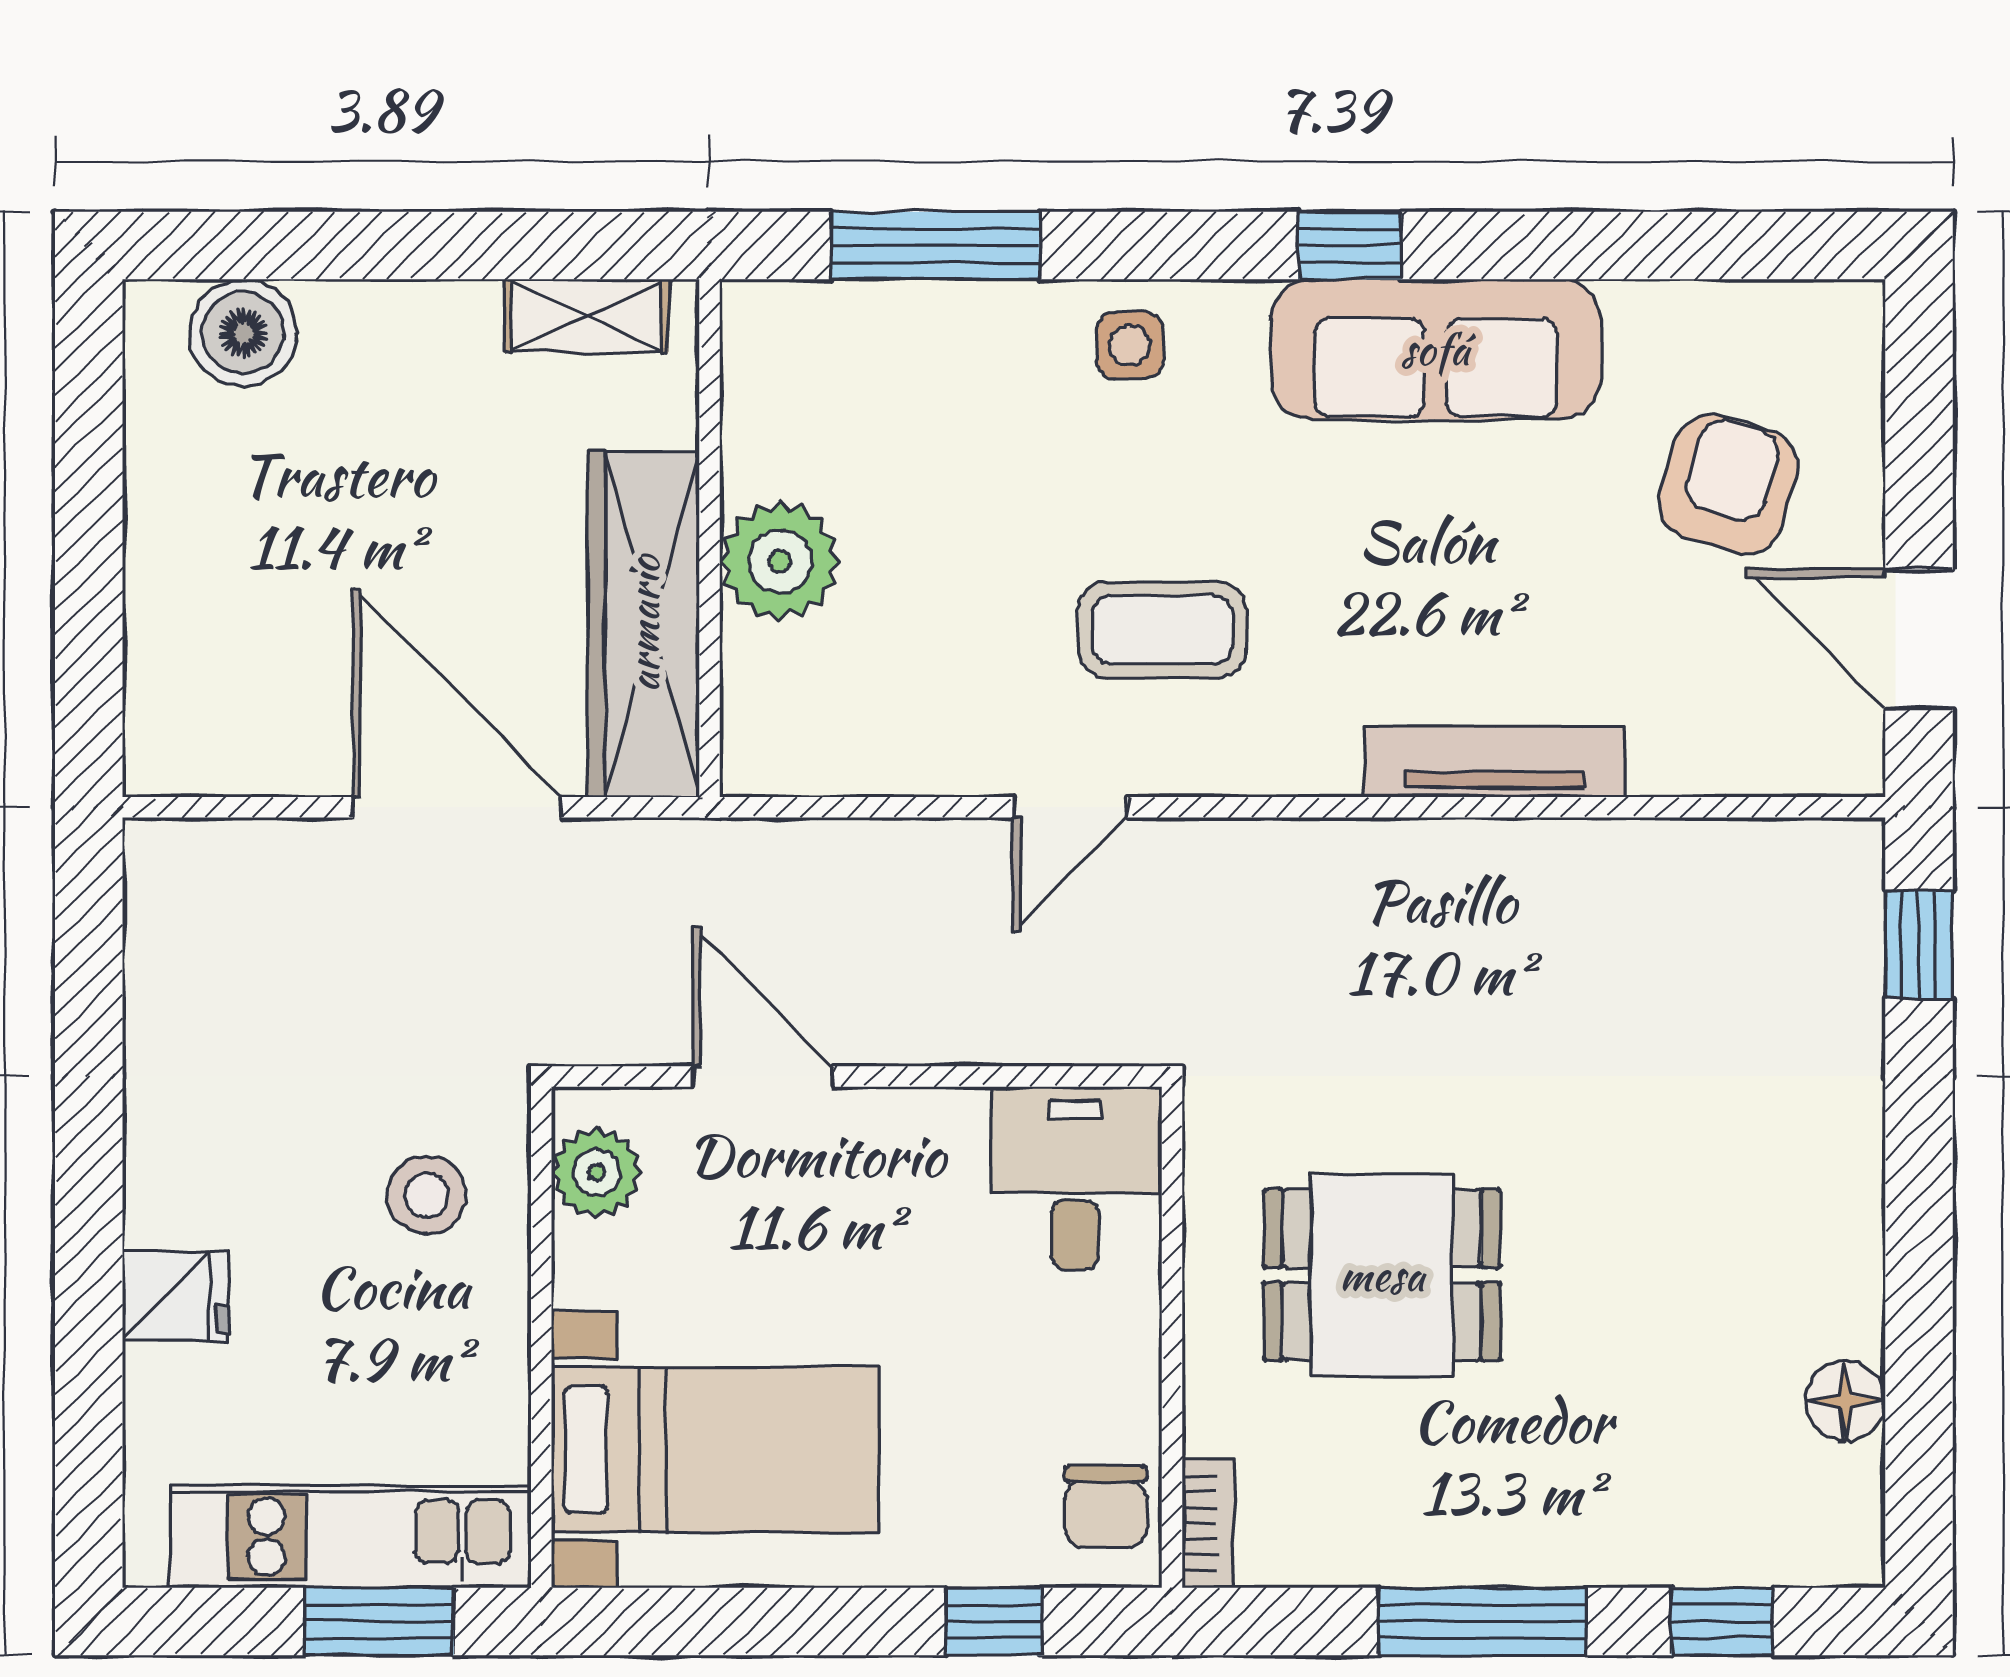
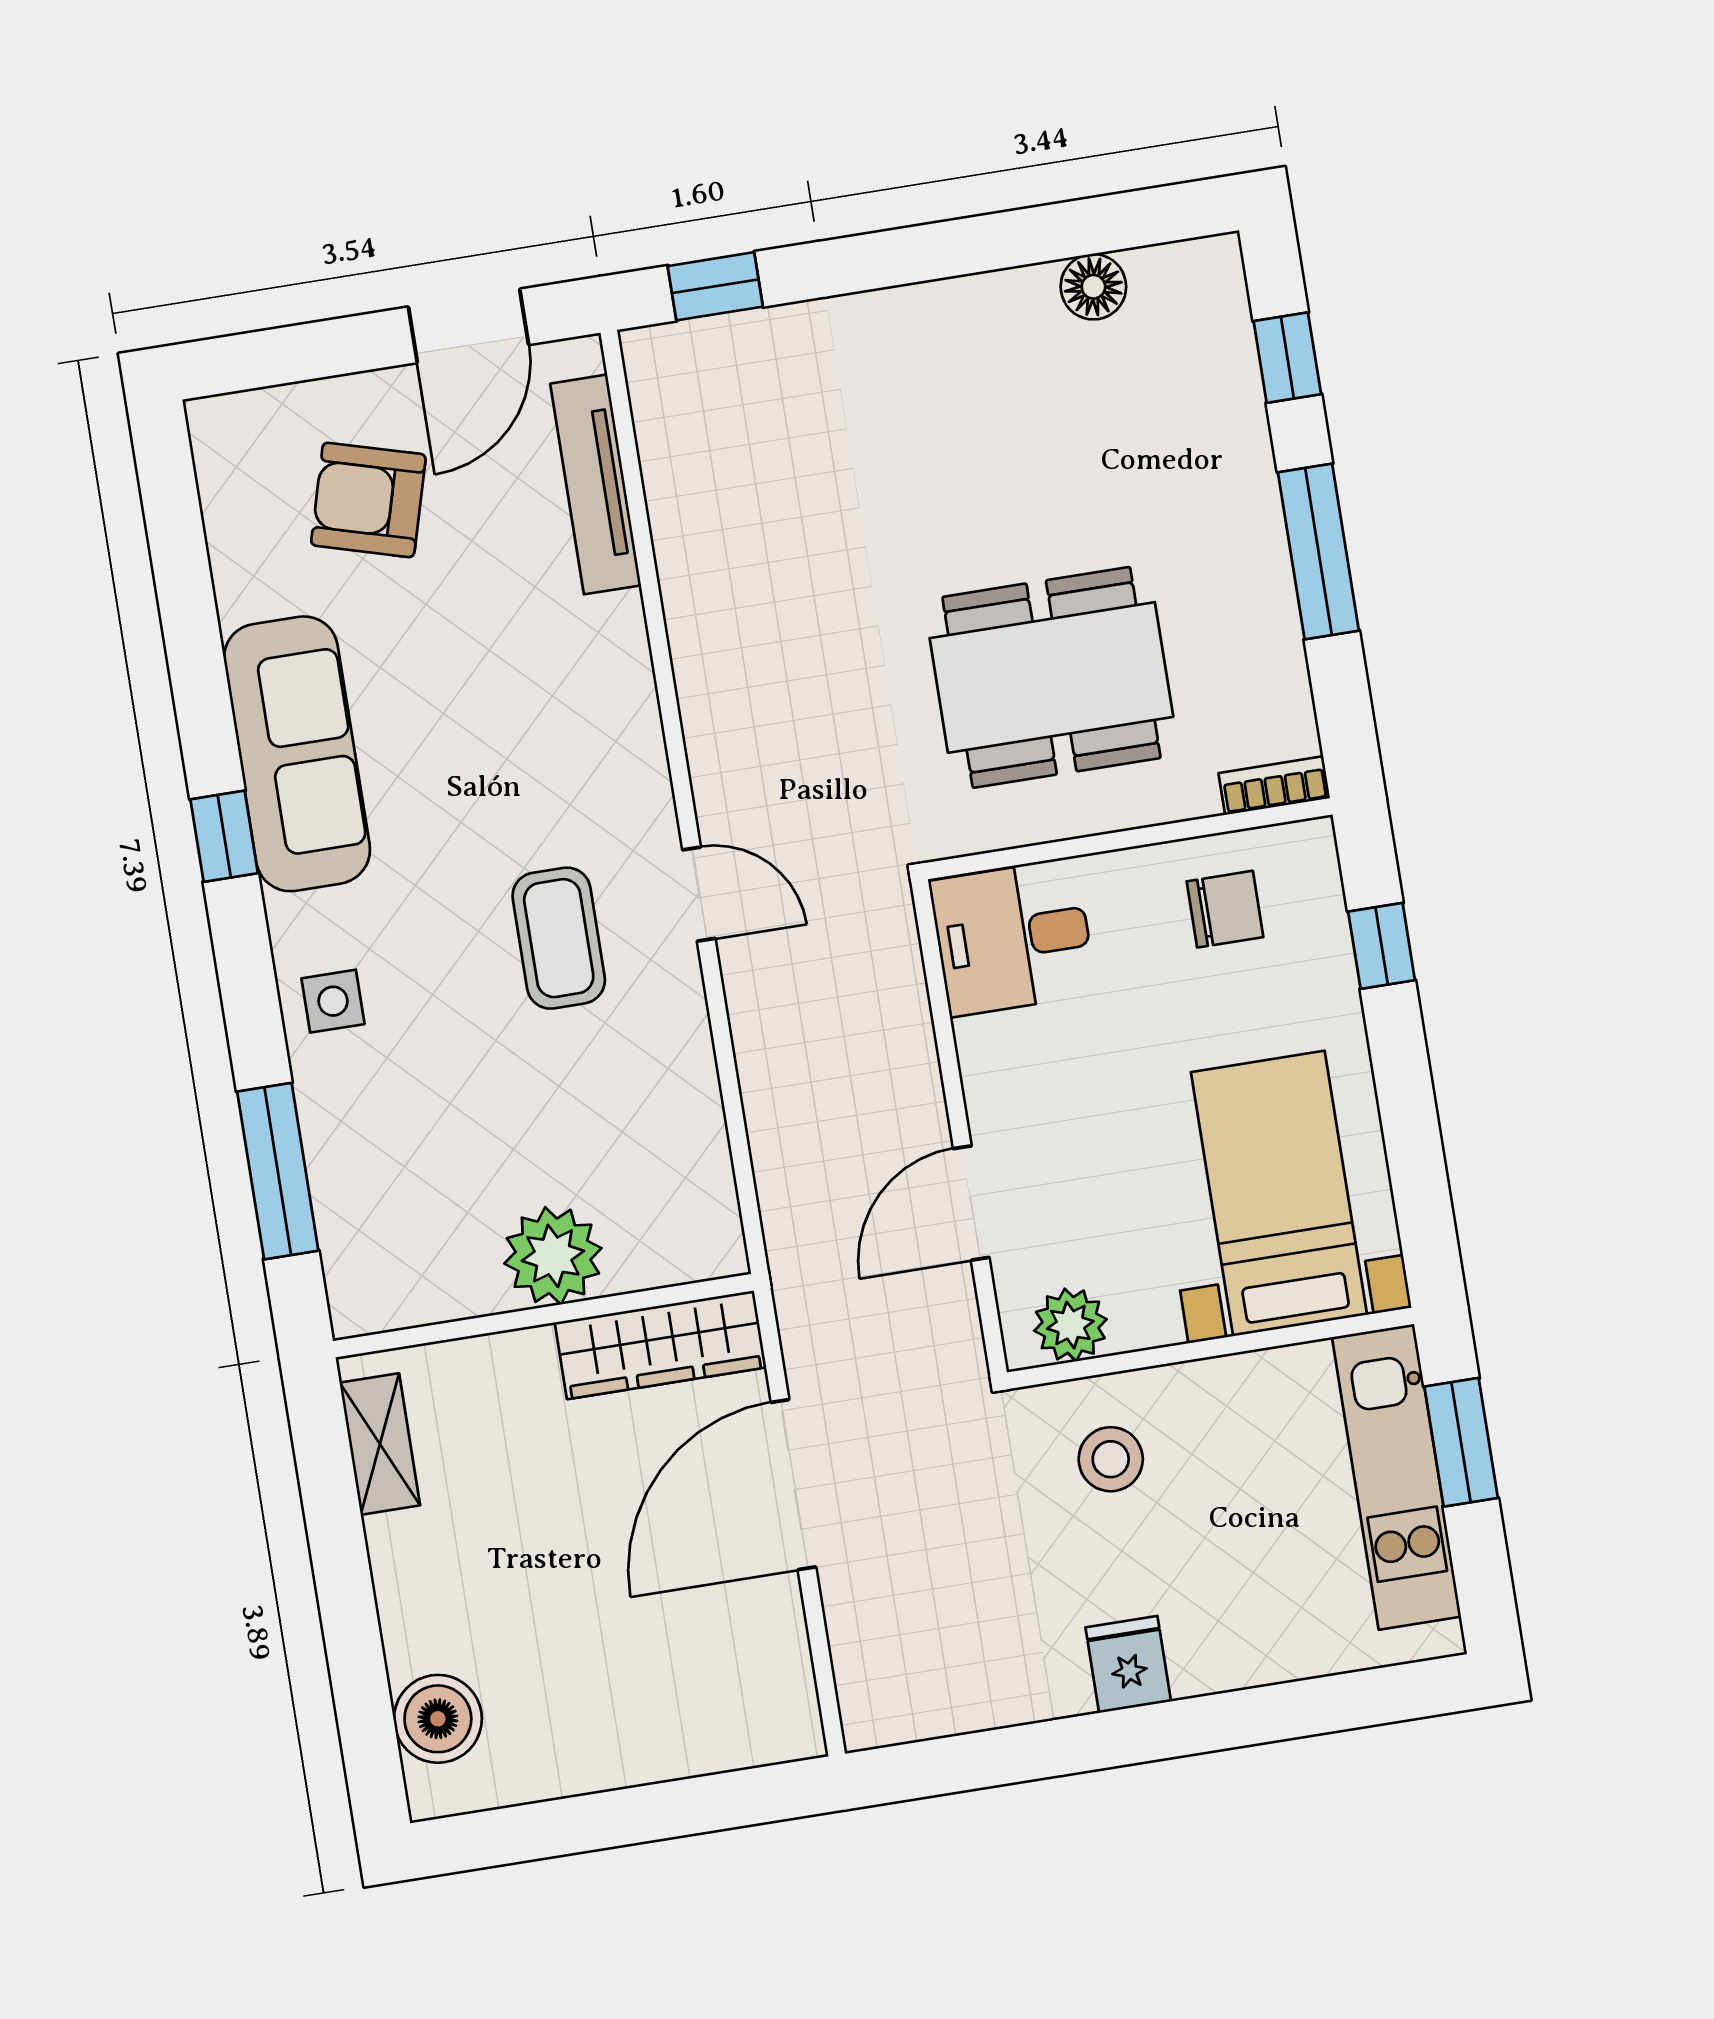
wardrobe: (643, 624) -> (660, 1345), width x0.71, depth x0.85
tv unit: (1495, 762) -> (596, 484), moved
door: (1070, 807) -> (699, 894), moved
dining table: (1382, 1275) -> (1051, 677), width x1.38
fridge: (175, 1296) -> (1128, 1664), moved
chair: (1106, 1506) -> (1225, 909), moved

